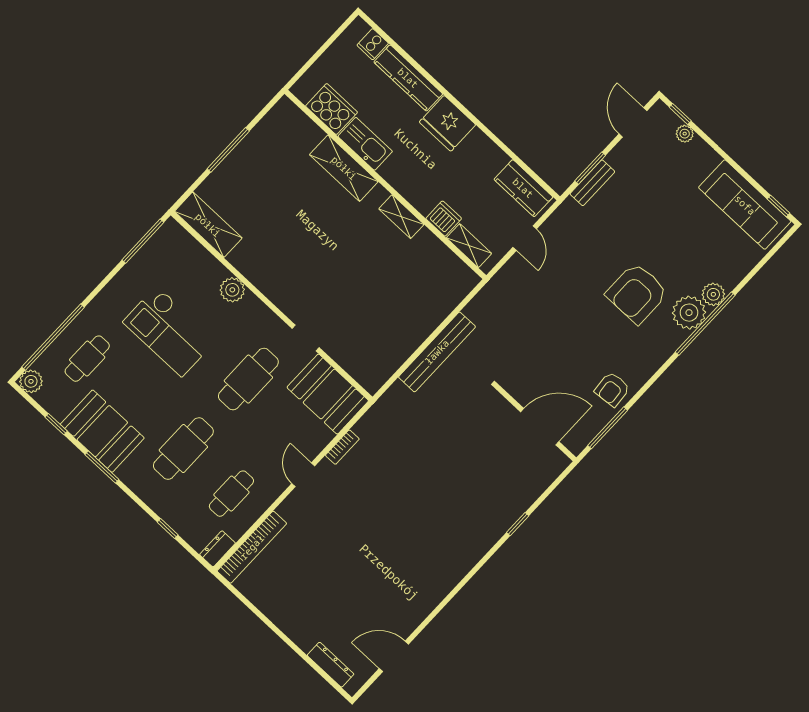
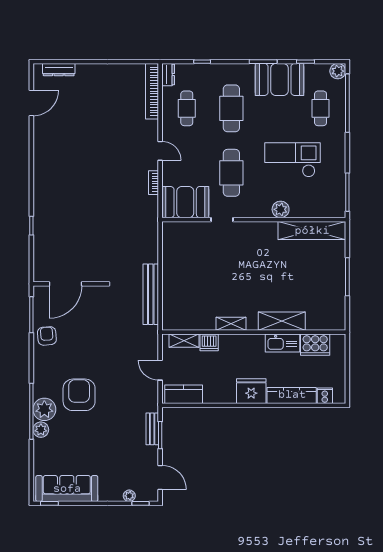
shelving: (208, 225) -> (312, 231), width x1.47
bench: (437, 352) -> (151, 294), moved

